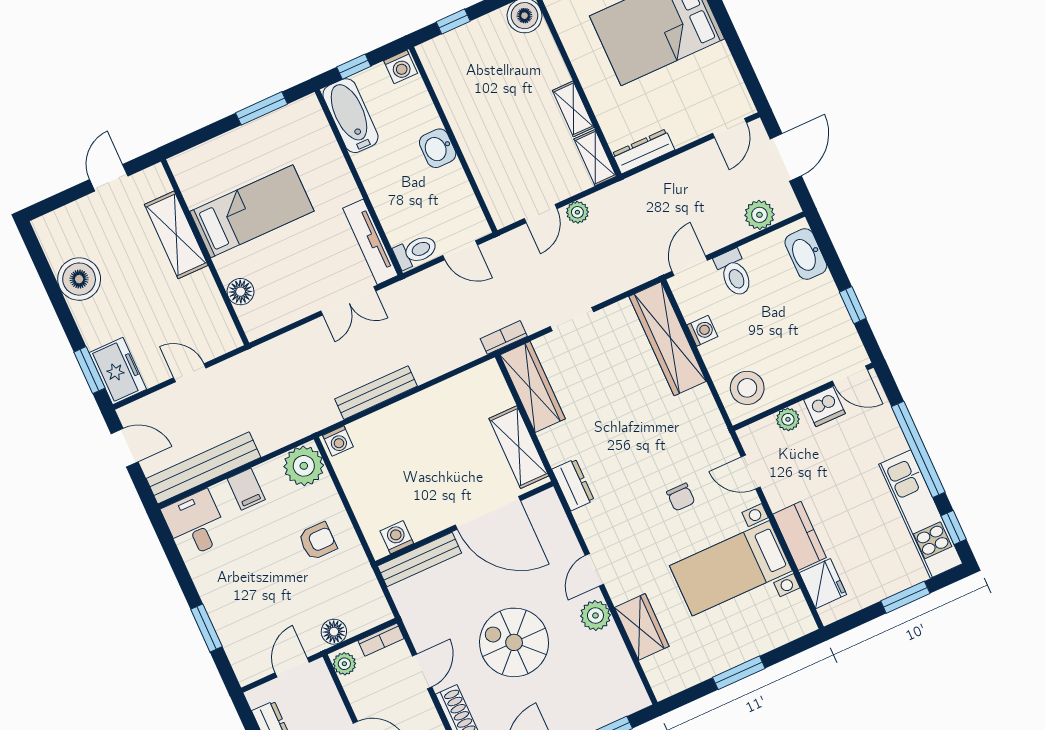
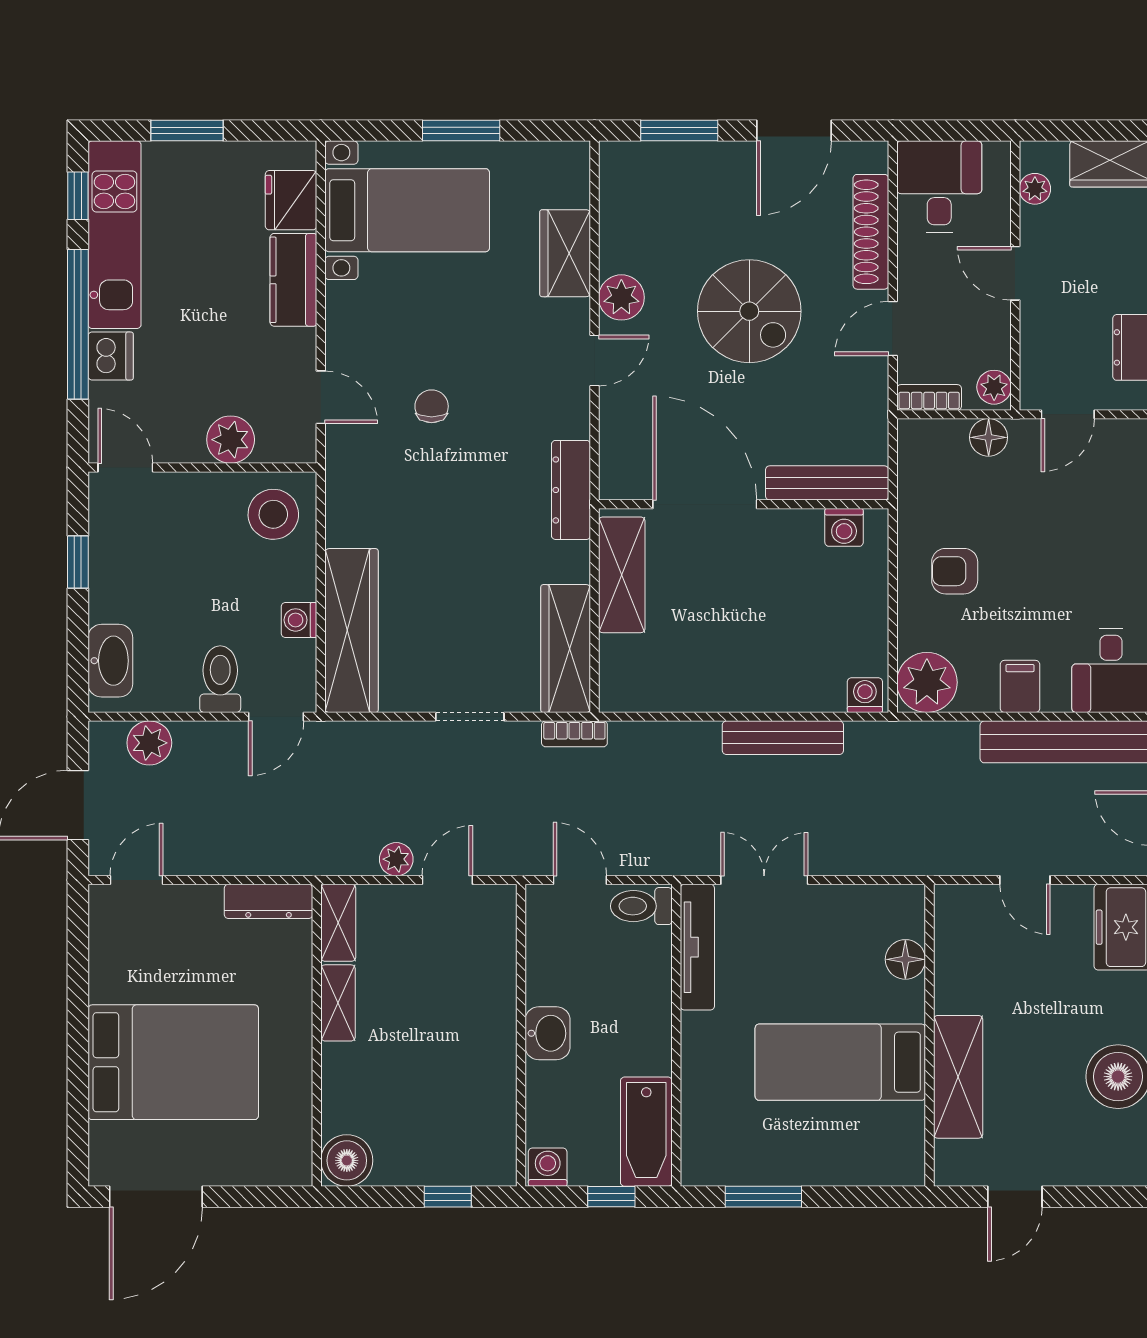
dishwasher: (824, 407) -> (111, 356), moved, turned 90
plant: (788, 419) -> (231, 440), width x1.38, depth x1.38
dresser: (573, 485) -> (571, 490), width x1.44
bed with nightstands: (731, 568) -> (407, 210), moved

